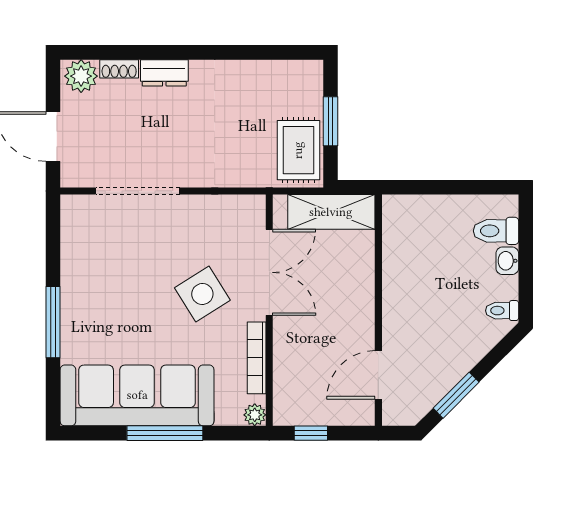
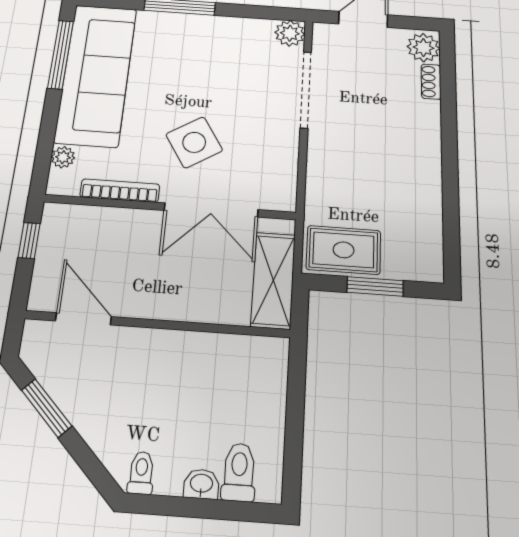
dresser: (164, 73) -> (427, 123), removed
plant: (75, 210) -> (290, 33), added
plant: (255, 415) -> (63, 157), moved
window: (165, 433) -> (61, 54), moved

